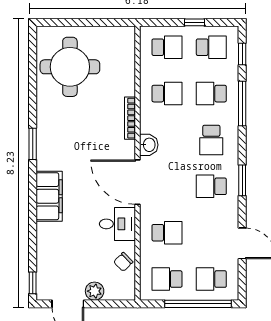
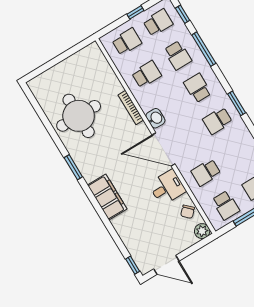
round table: (70, 67) -> (79, 116), moved
school desk: (211, 94) -> (178, 55), turned -90
school desk: (211, 140) -> (198, 88), turned 180
school desk: (167, 233) -> (206, 172), turned 180
school desk: (167, 279) -> (226, 205), turned -90
plant: (95, 291) -> (202, 231), moved

